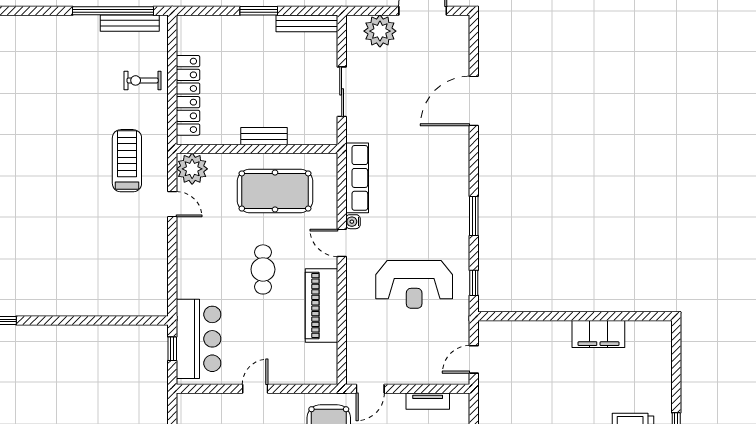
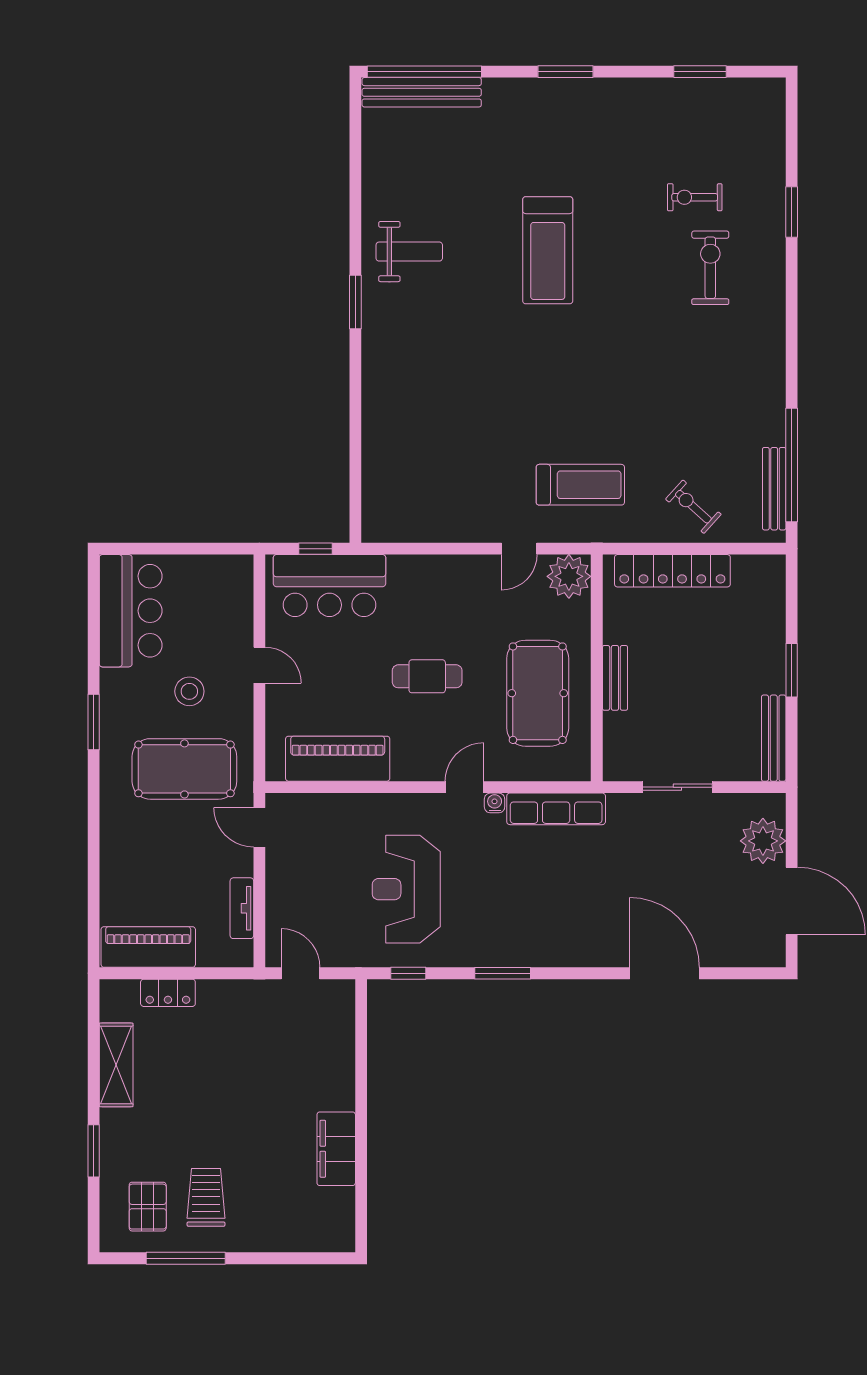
exercise bike: (143, 80) -> (693, 507), turned -48
piano: (321, 305) -> (338, 759), moved

